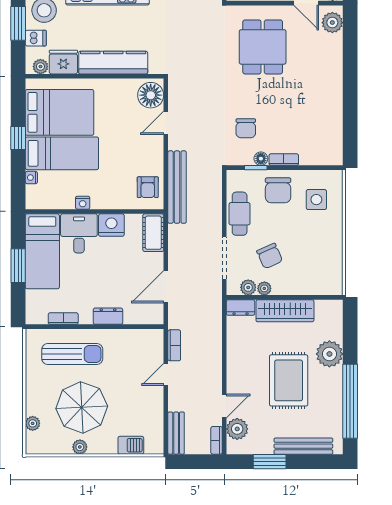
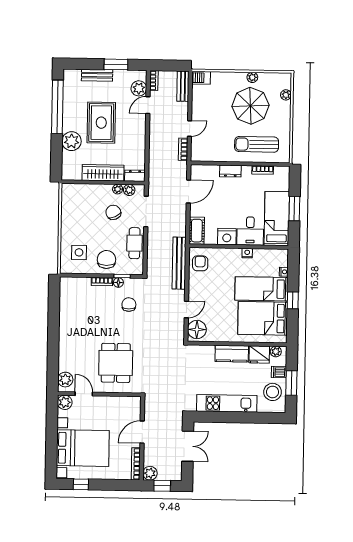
kitchen counter: (113, 63) -> (232, 354), width x0.67
barbecue: (131, 445) -> (201, 78), moved
bench: (303, 446) -> (97, 75), width x0.73

